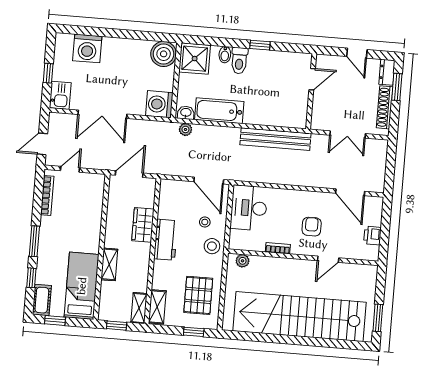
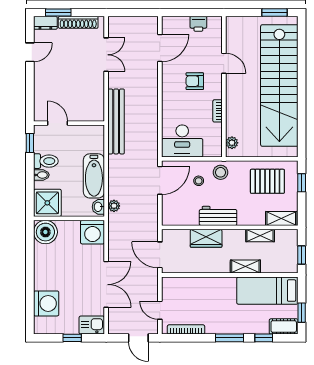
door: (312, 79) -> (58, 123), moved
wall: (311, 91) -> (69, 123), moved
shelving: (139, 308) -> (260, 236), moved

